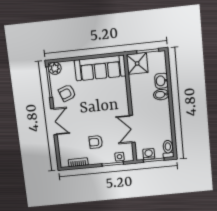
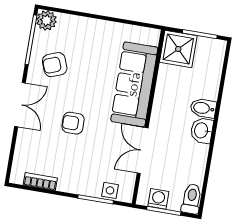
sofa: (100, 68) -> (134, 84), moved, turned 90
washbasin: (161, 81) -> (202, 130), moved
armchair: (96, 142) -> (73, 123), moved

